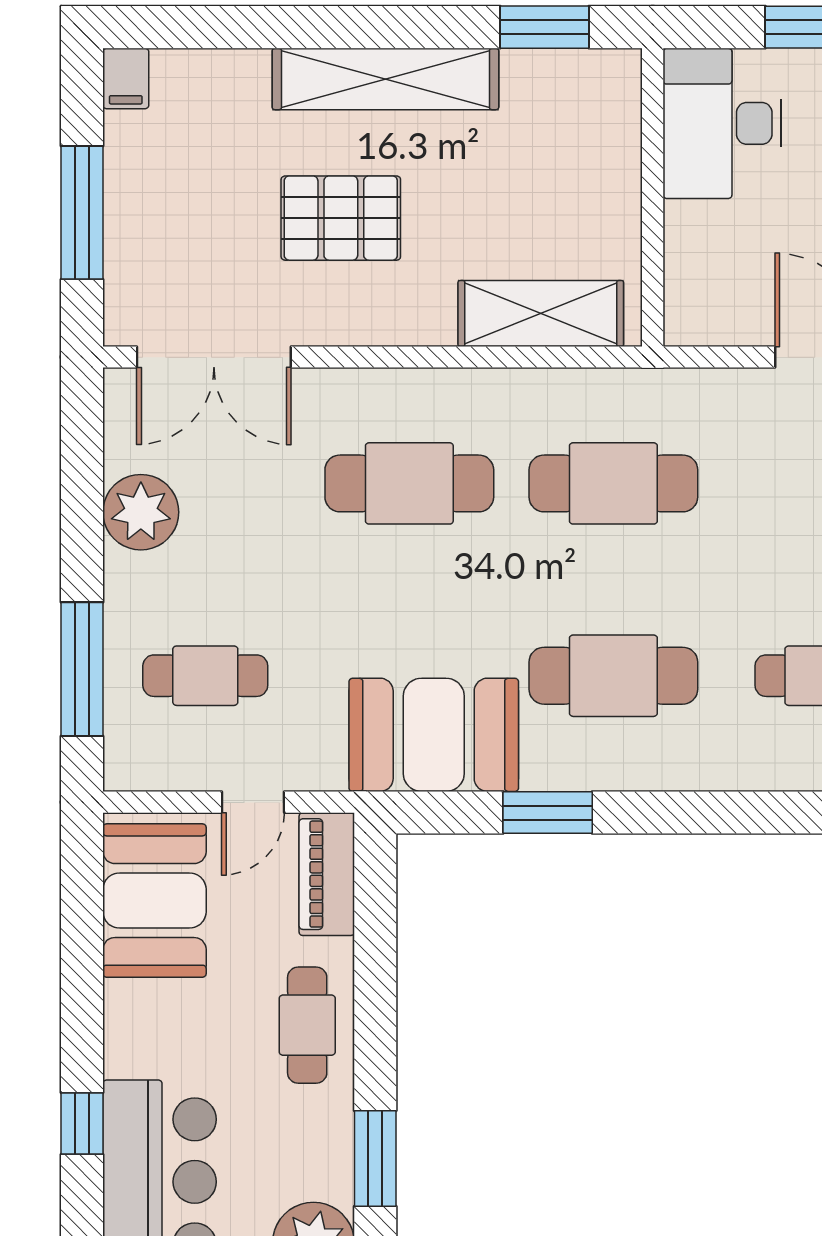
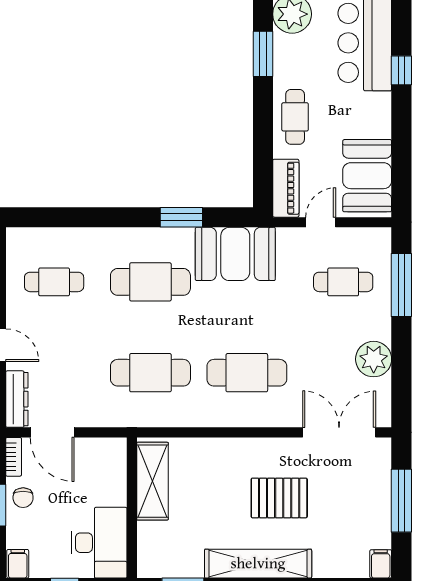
shelving: (541, 313) -> (152, 481), moved, turned 90

